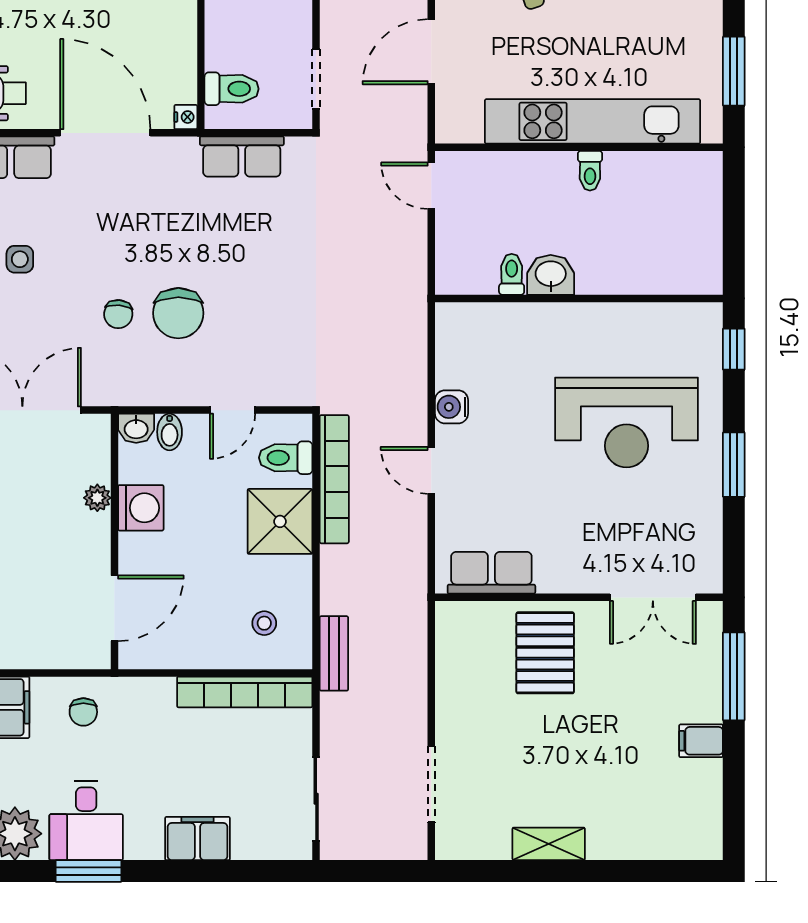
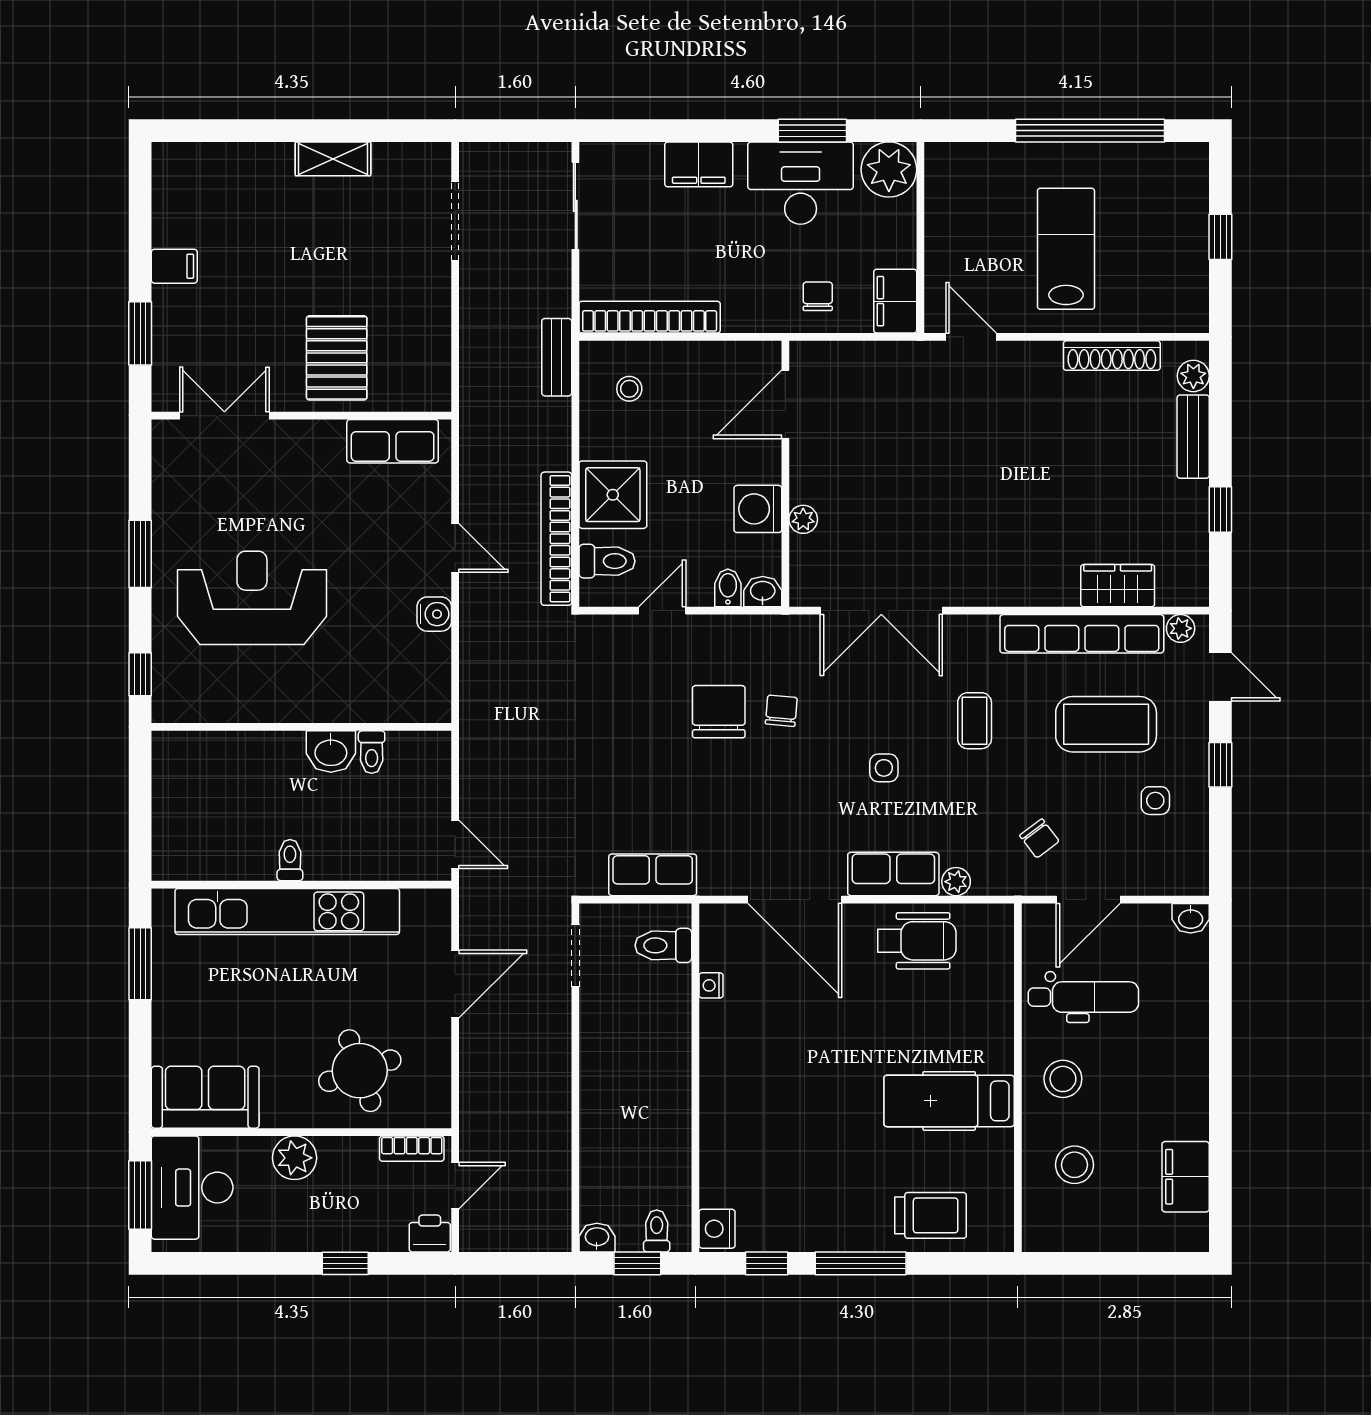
nightstand: (186, 117) -> (711, 985), moved
window: (734, 676) -> (140, 333), width x0.69
desk: (86, 821) -> (801, 183), width x1.37

